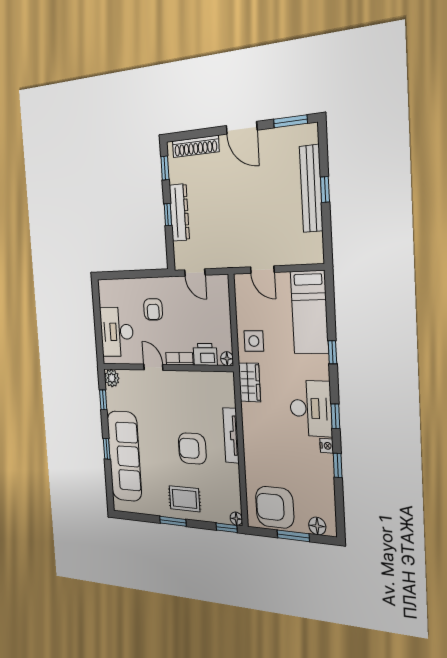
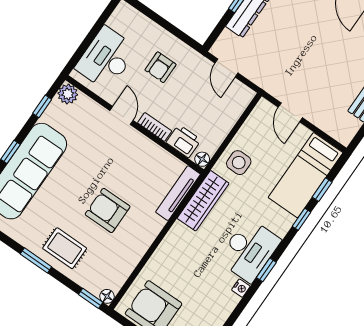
wardrobe: (249, 382) -> (203, 201), width x1.50
tv unit: (231, 435) -> (178, 193), moved
window: (338, 466) -> (322, 190), moved

